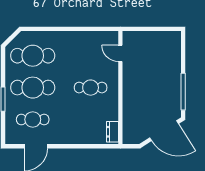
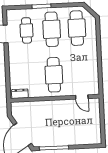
door: (120, 53) -> (82, 97), swing flipped
cafe table: (91, 88) -> (54, 75), width x1.37, depth x1.35

